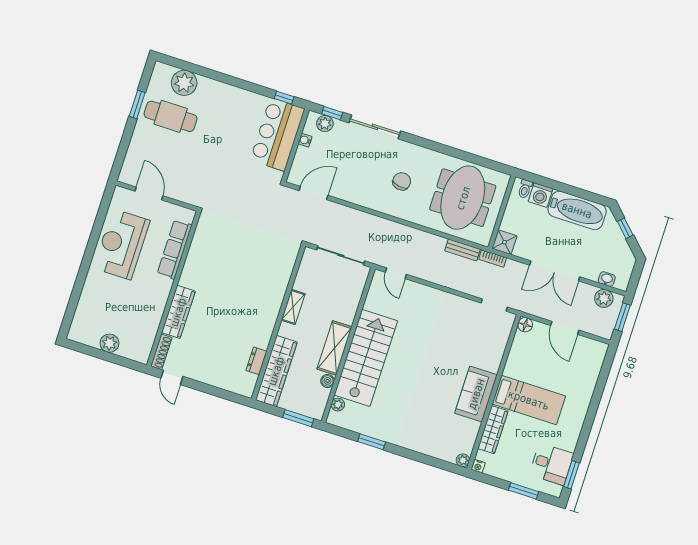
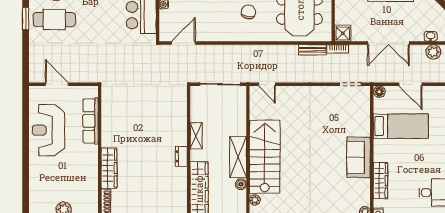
dresser: (257, 361) -> (181, 156), moved
bed: (529, 400) -> (401, 126), moved

